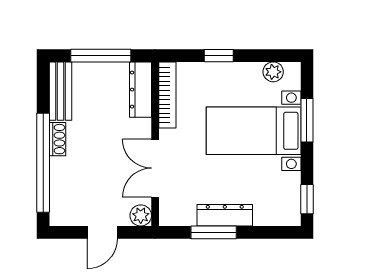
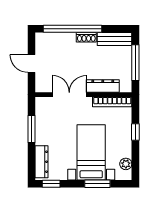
dresser: (141, 90) -> (103, 86), moved
plant: (141, 215) -> (41, 86), removed
dresser: (225, 215) -> (42, 162), moved

